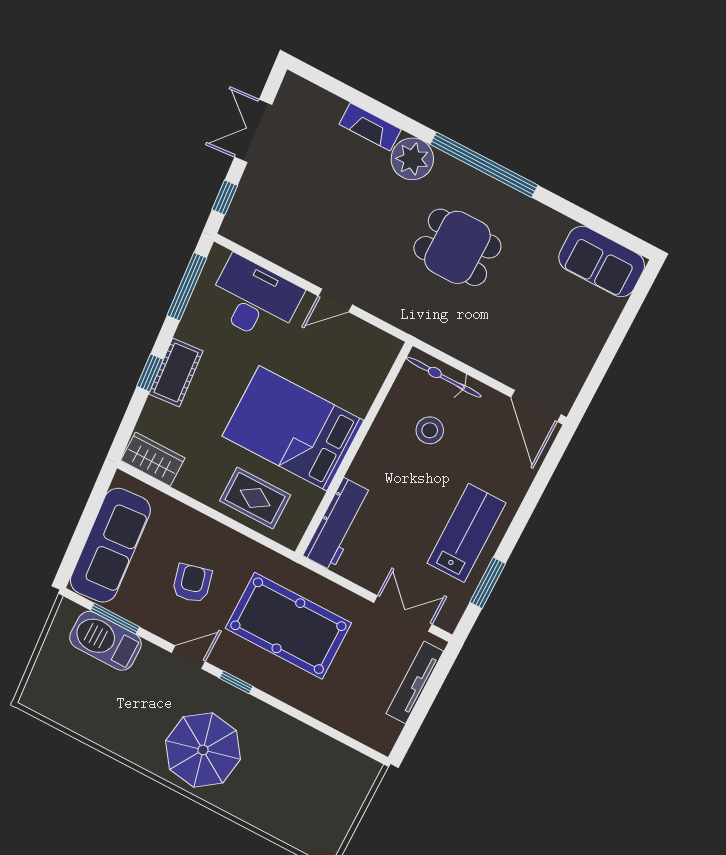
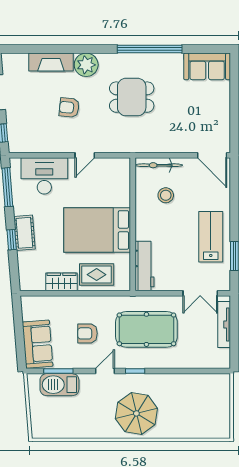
fireplace: (370, 127) -> (51, 62), width x1.37, depth x1.32
window: (484, 165) -> (150, 49), moved
armchair: (350, 212) -> (69, 108), added
wardrobe: (153, 459) -> (62, 282), moved
sofa: (110, 545) -> (38, 344), width x0.73
armchair: (192, 583) -> (87, 333), turned -76
double door: (403, 613) -> (200, 293), swing flipped

